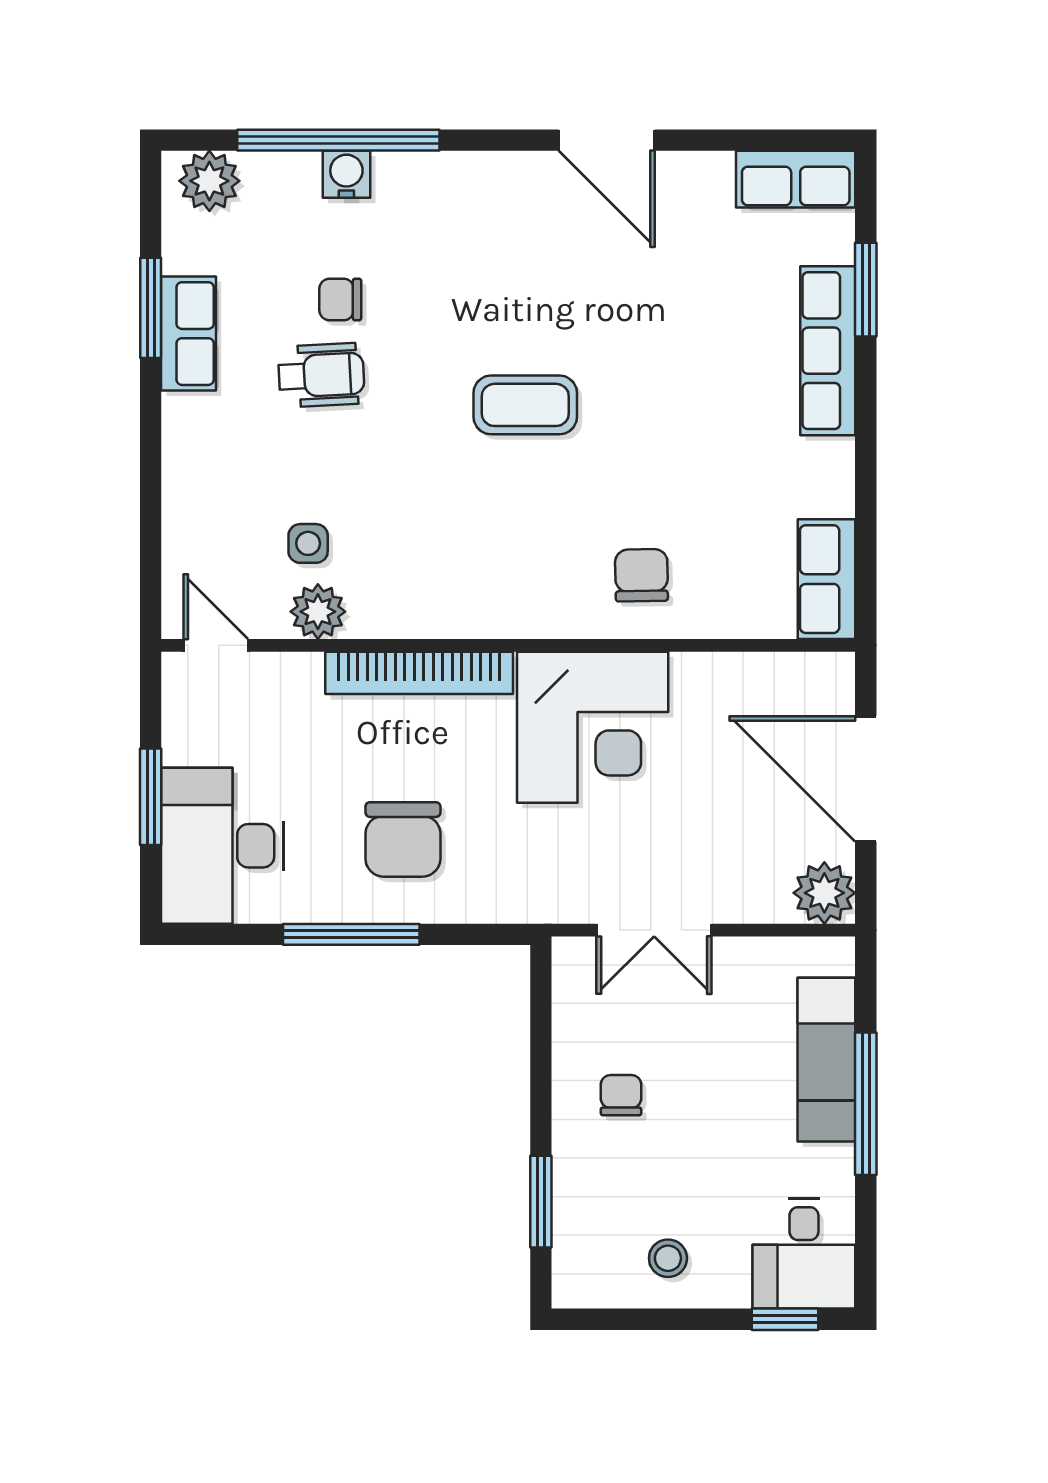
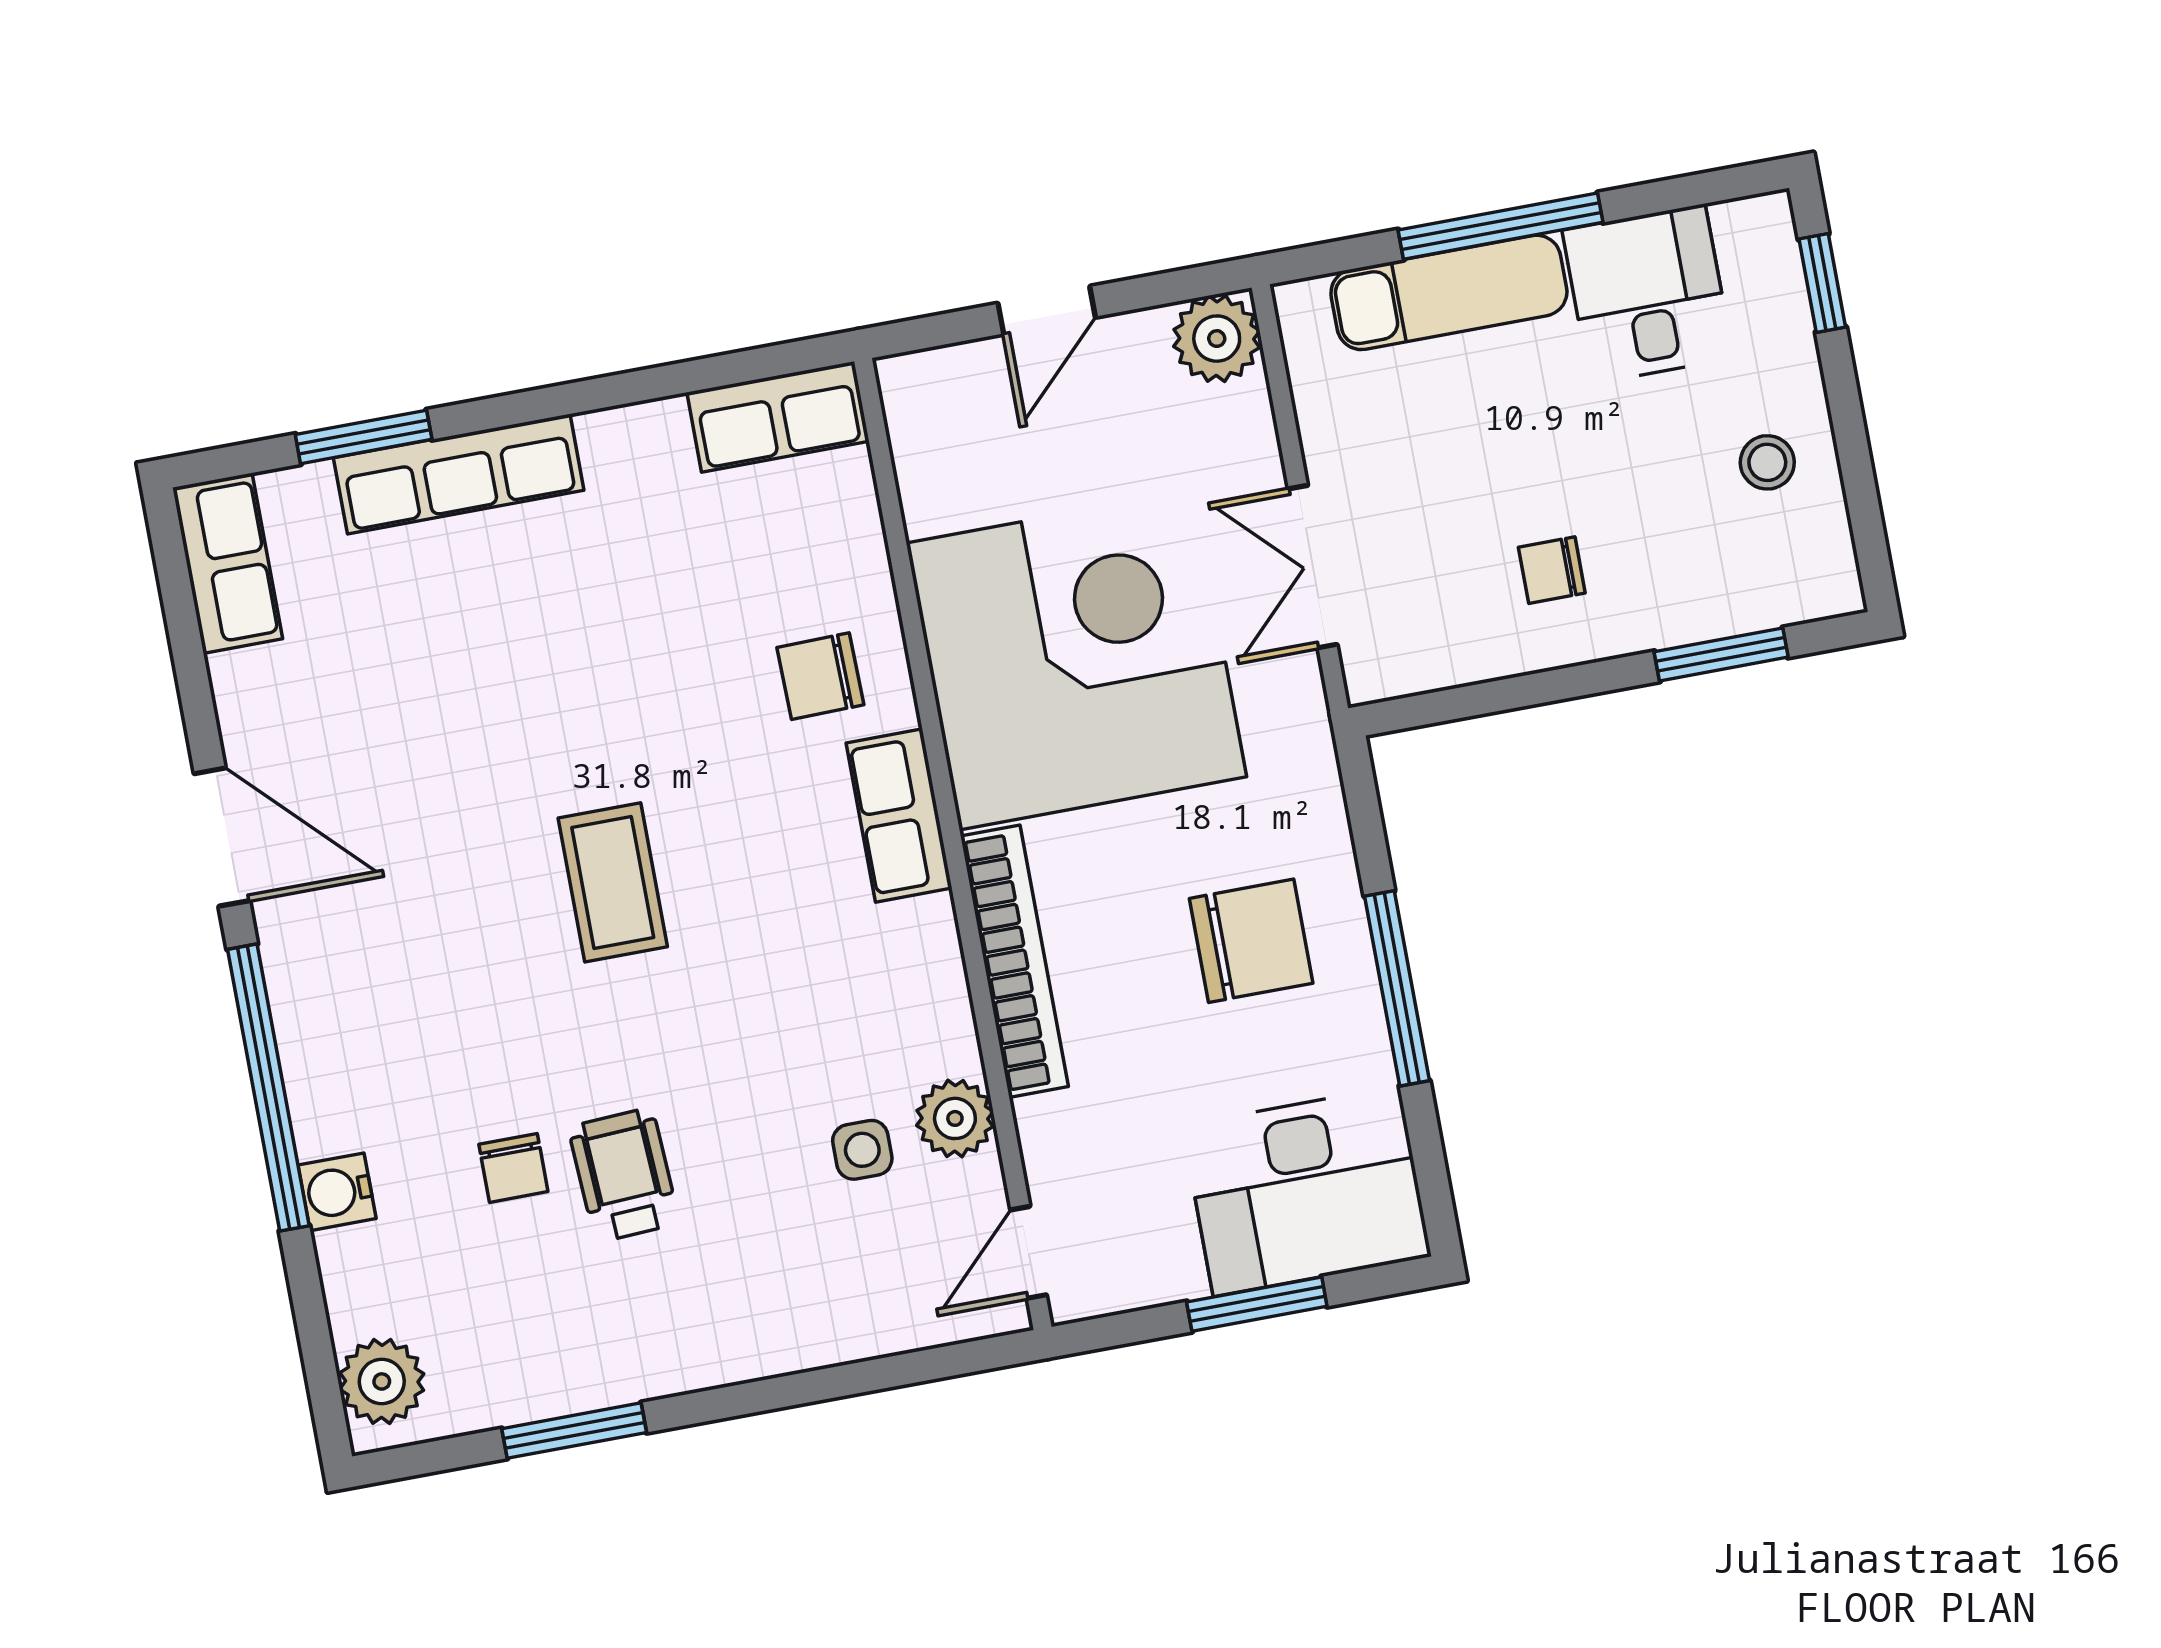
window: (338, 140) -> (268, 1088), moved
door: (607, 140) -> (222, 837), hinge flipped
row of seats: (189, 334) -> (899, 815), moved, turned -90
corner desk: (593, 727) -> (1076, 660), width x1.36, depth x1.36
door: (866, 779) -> (1047, 310), width x0.53
double door: (654, 930) -> (1313, 567), swing flipped
desk: (804, 1253) -> (1648, 294), moved, turned -90

